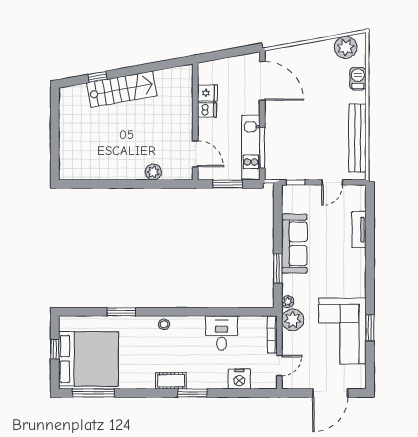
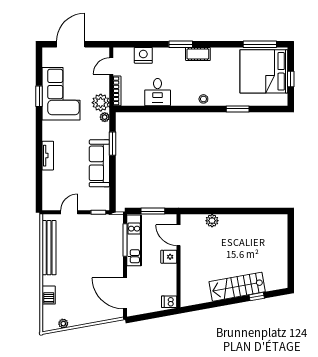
plant: (346, 47) -> (63, 323), width x0.53, depth x0.53
fridge: (207, 93) -> (169, 257), moved
dishwasher: (207, 110) -> (169, 302), moved
tv unit: (359, 230) -> (48, 156), moved

